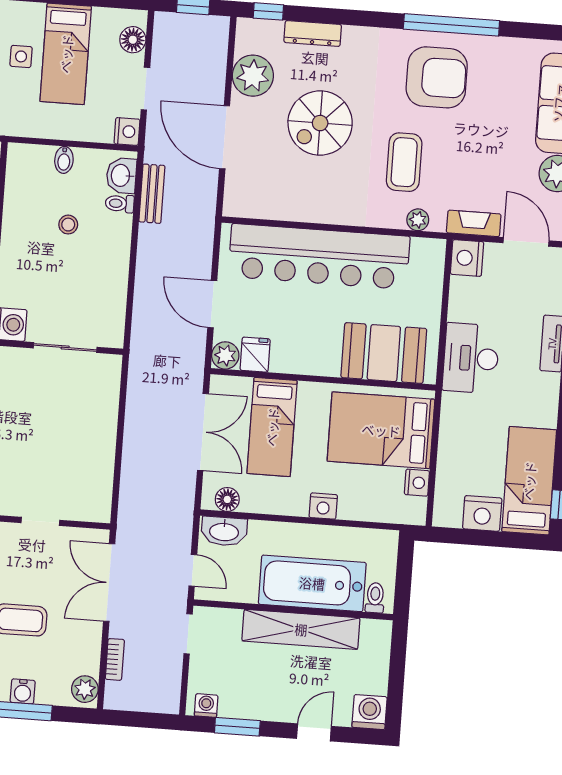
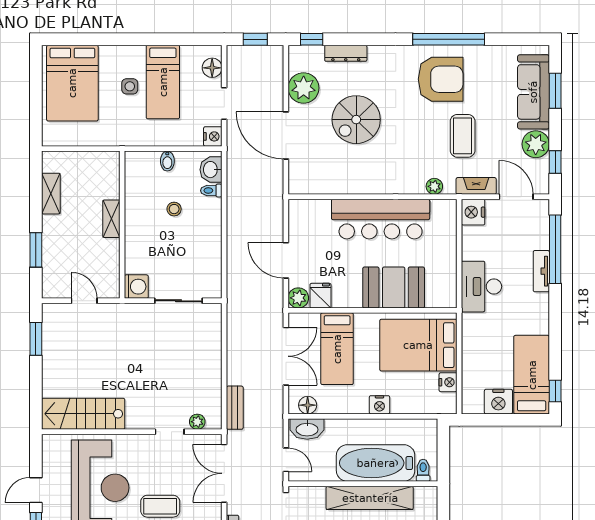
coffee table: (404, 162) -> (463, 136), moved
bench: (152, 194) -> (235, 408), moved
bar counter: (319, 256) -> (381, 219), width x0.73
booth: (384, 353) -> (394, 287), moved
plant: (78, 511) -> (197, 422), added

